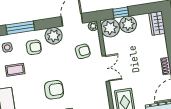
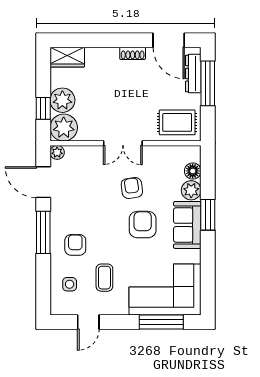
window: (20, 28) -> (43, 232), moved
plant: (54, 36) -> (63, 213), removed
armchair: (83, 51) -> (132, 188), moved
double door: (106, 69) -> (123, 143), swing flipped

